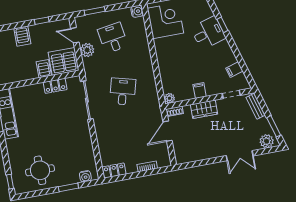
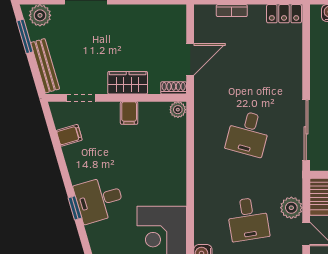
bench: (256, 106) -> (45, 66), width x1.36

